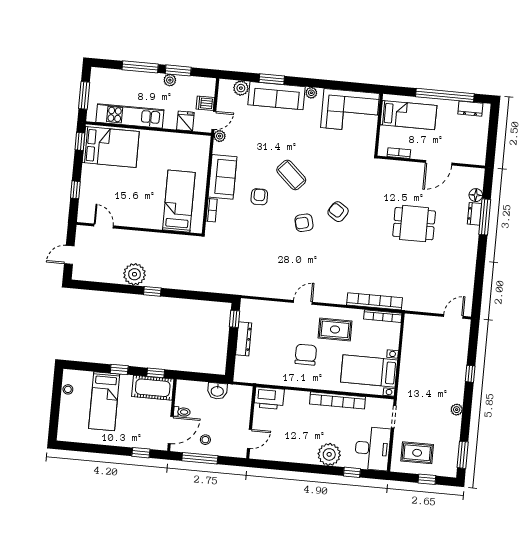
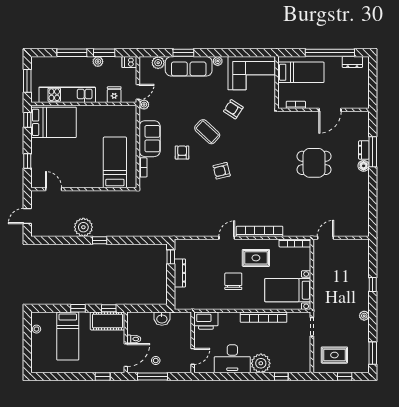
dishwasher: (205, 103) -> (129, 62), moved
floor lamp: (476, 195) -> (364, 166), moved
armchair: (338, 212) -> (233, 109), moved
bookcase: (375, 301) -> (260, 231), moved
door: (453, 316) -> (325, 238), moved
desk: (372, 449) -> (232, 359), moved, turned 90

